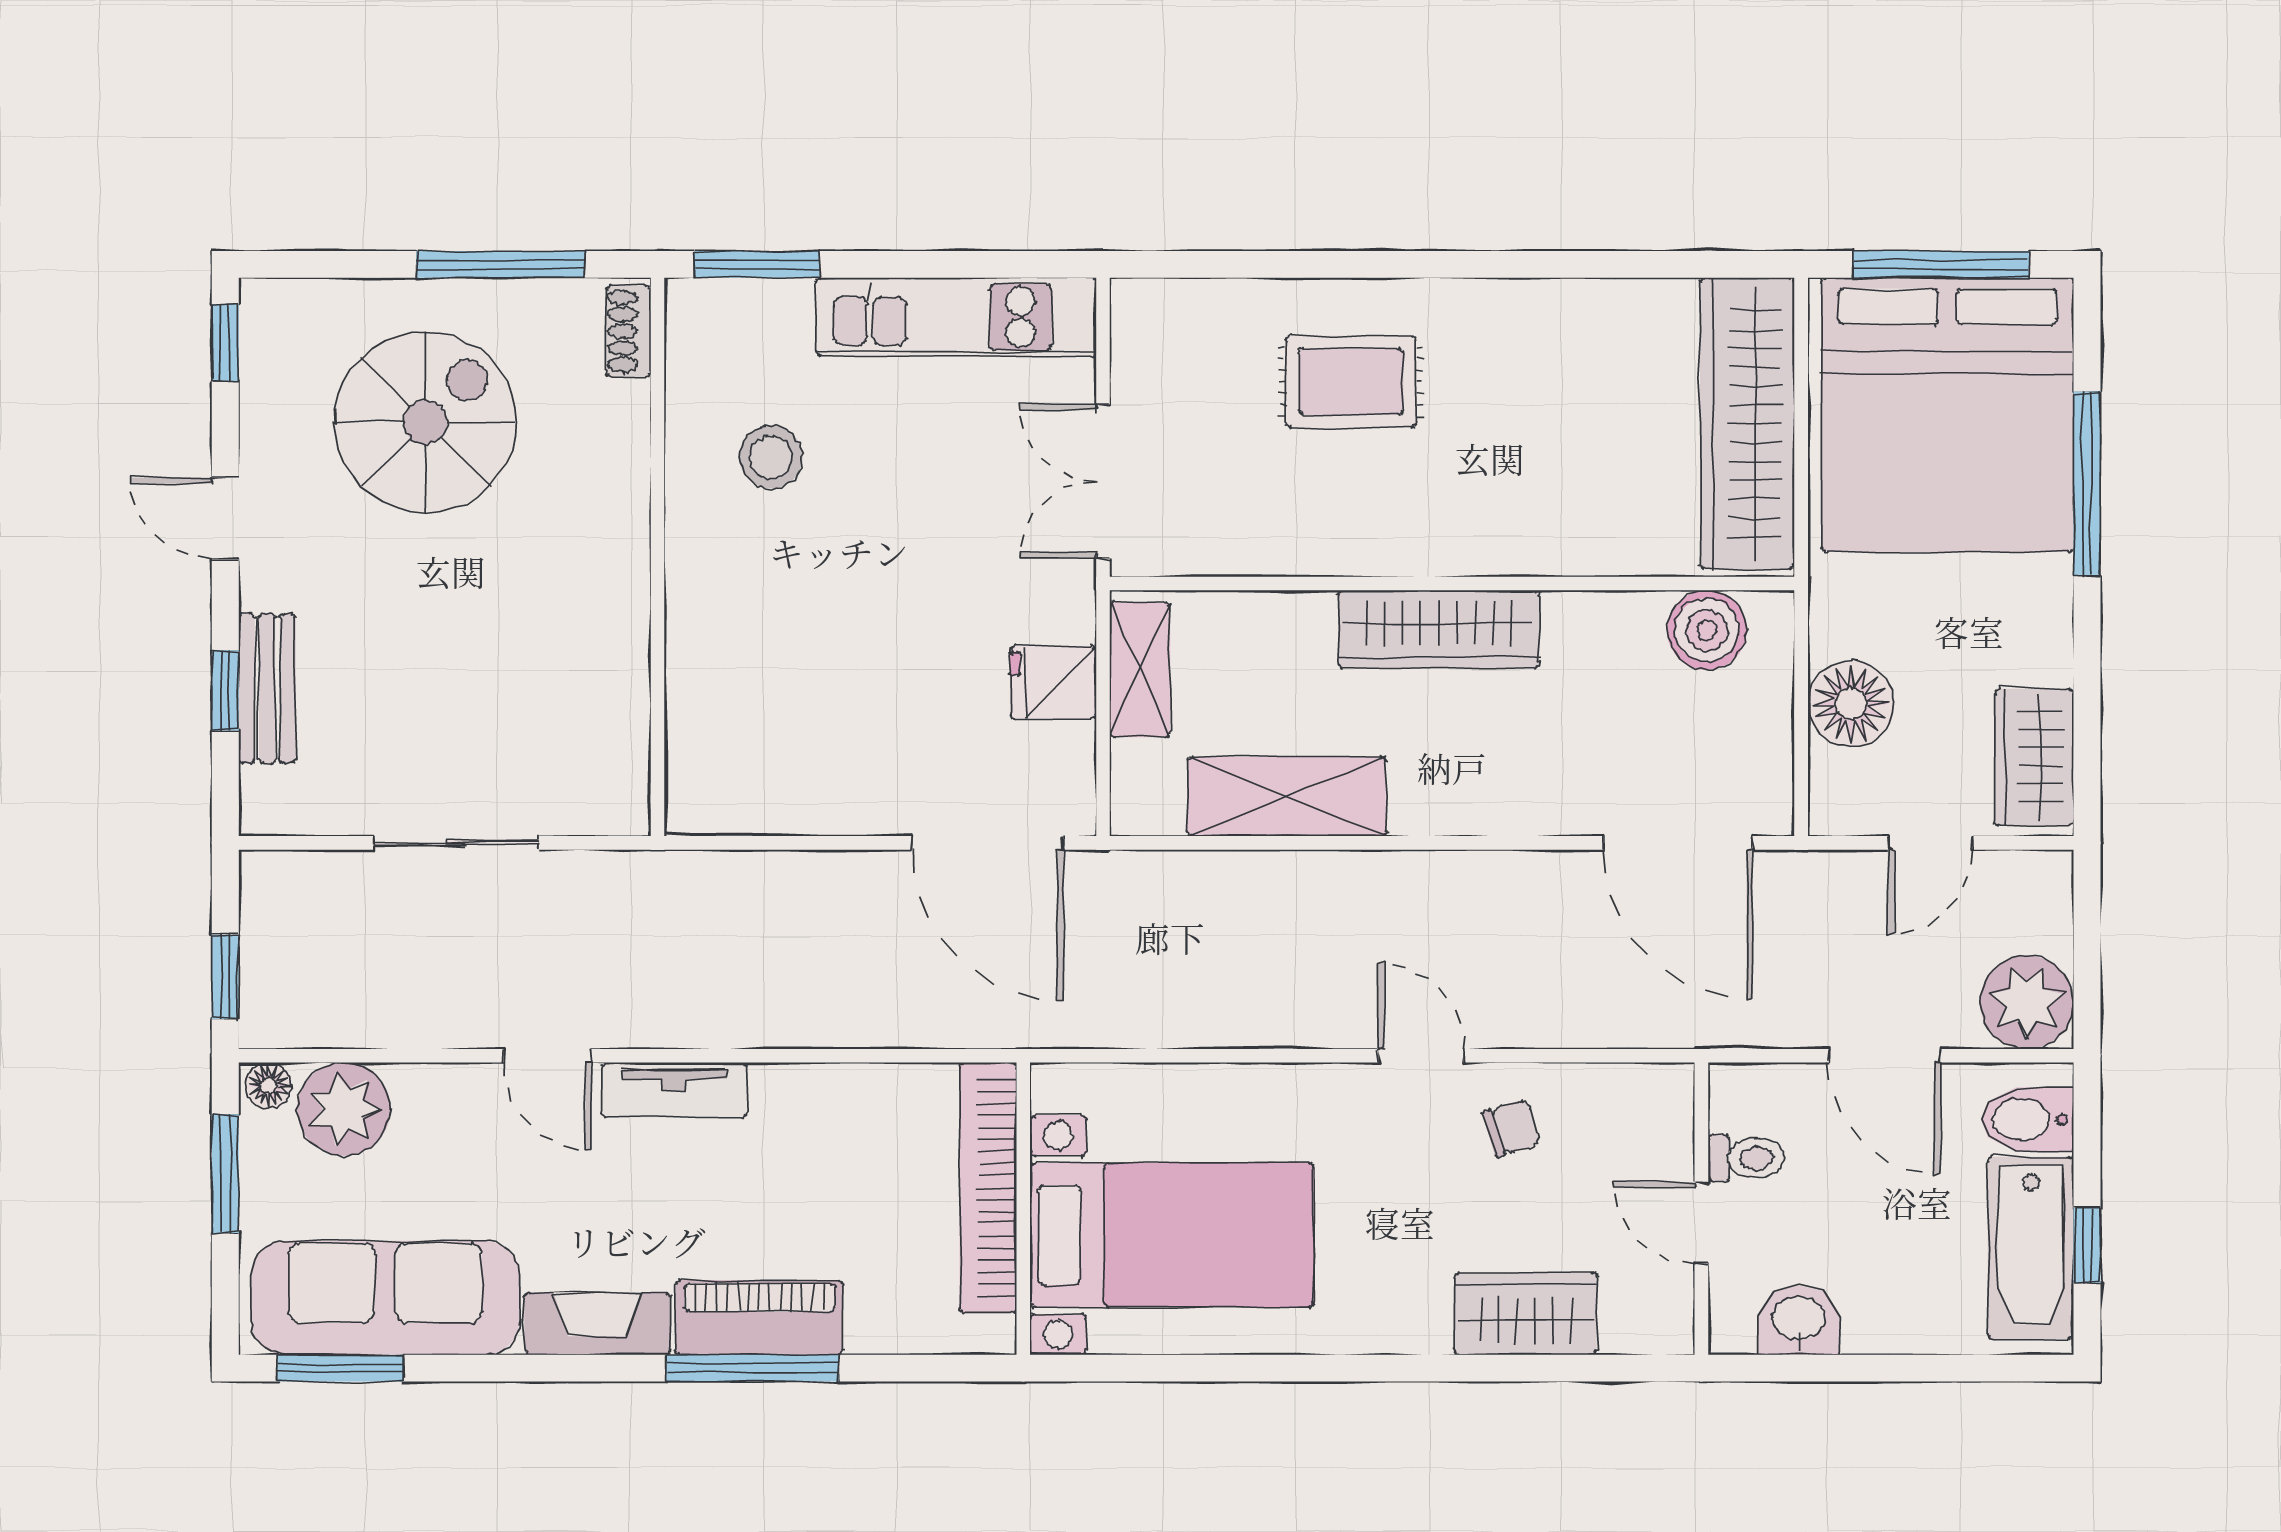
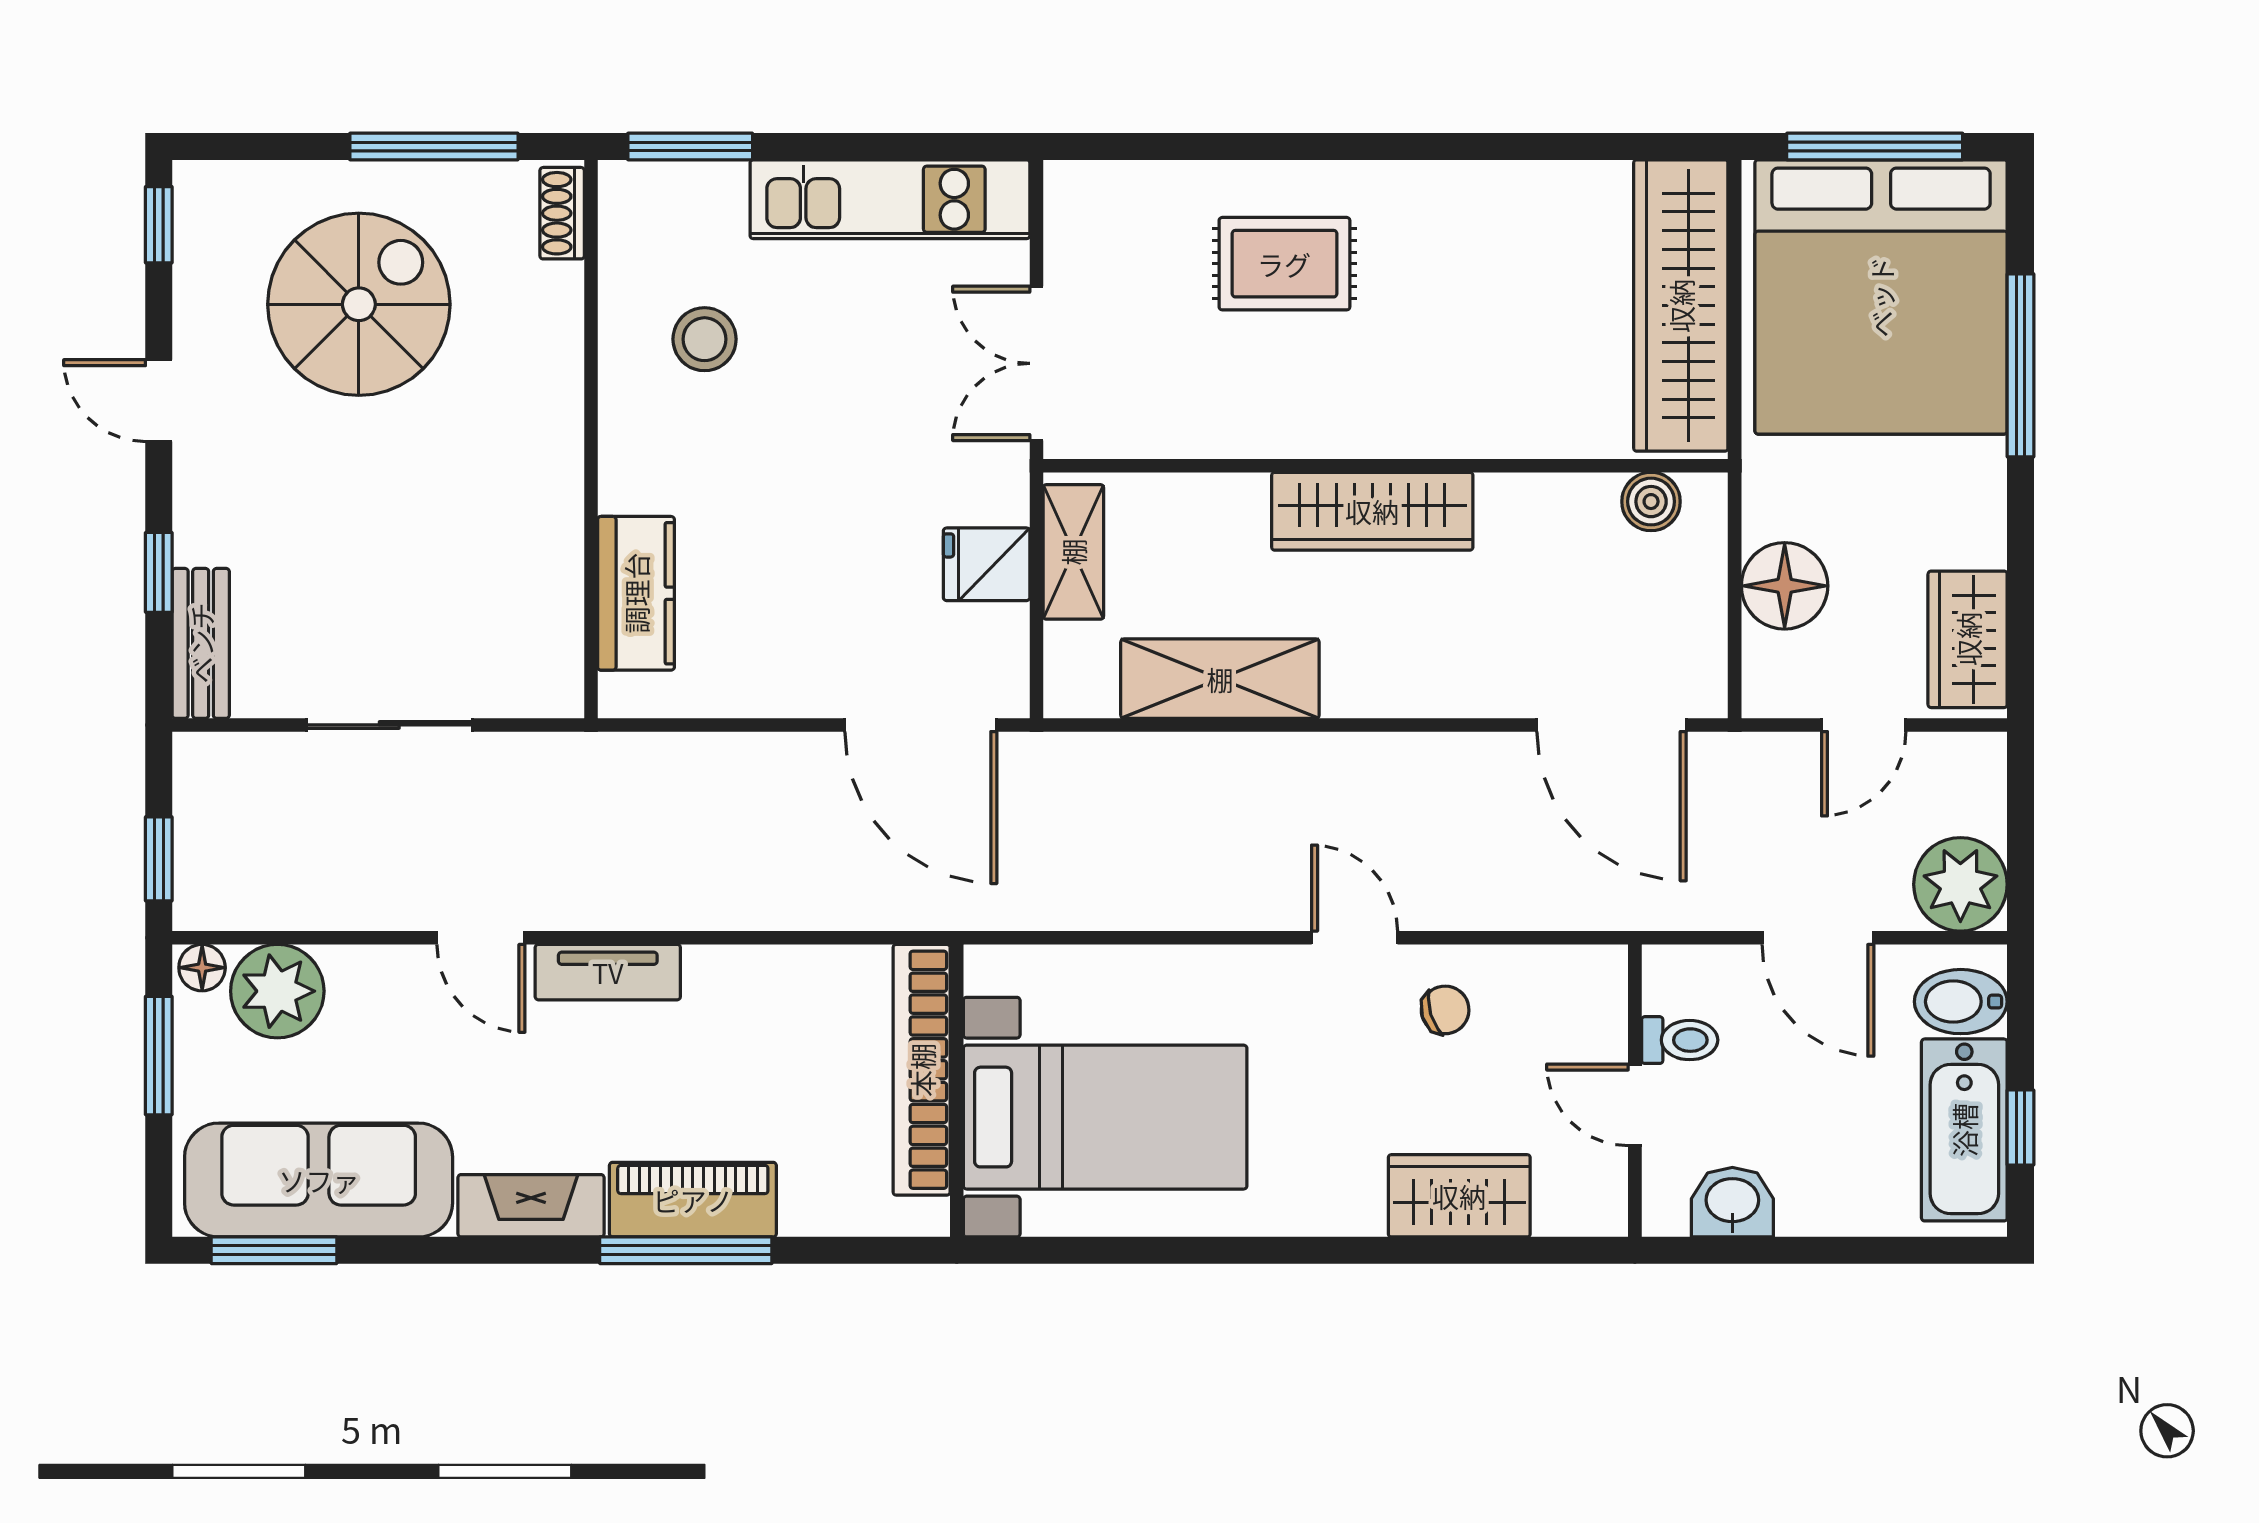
boiler: (1707, 630) -> (1651, 502), width x0.73, depth x0.73
bench: (267, 688) -> (201, 643), moved
kitchen counter: (702, 711) -> (636, 593), added

